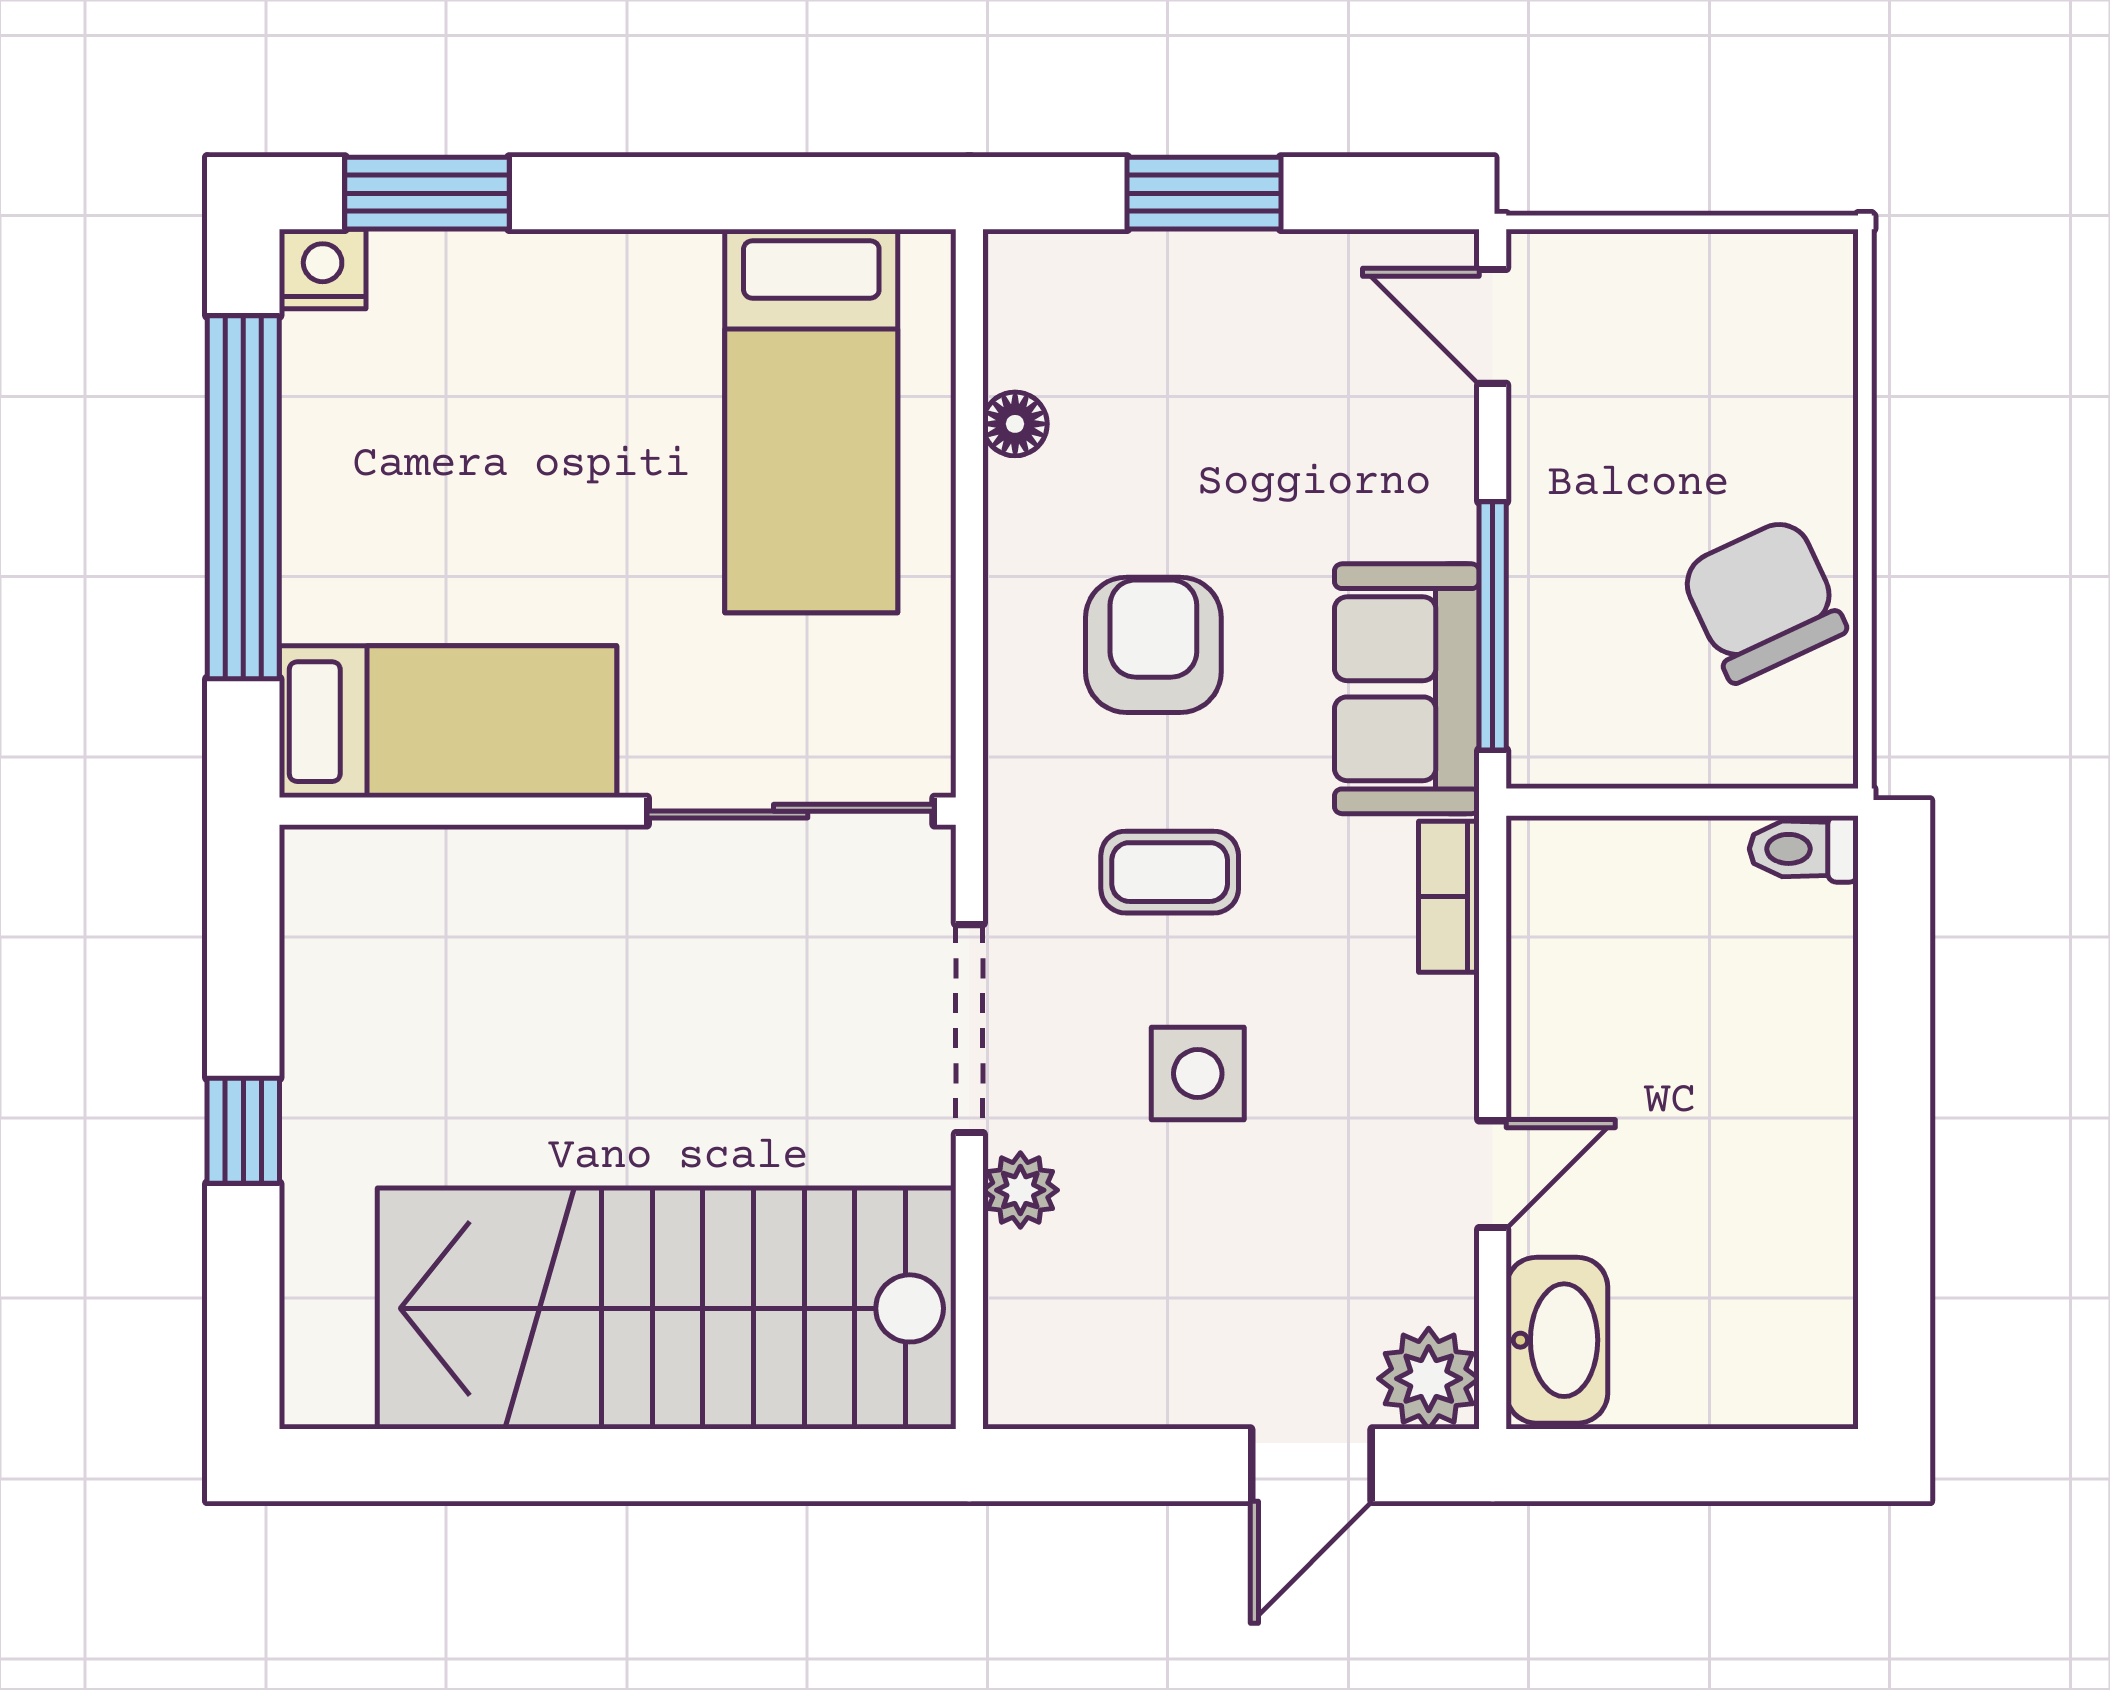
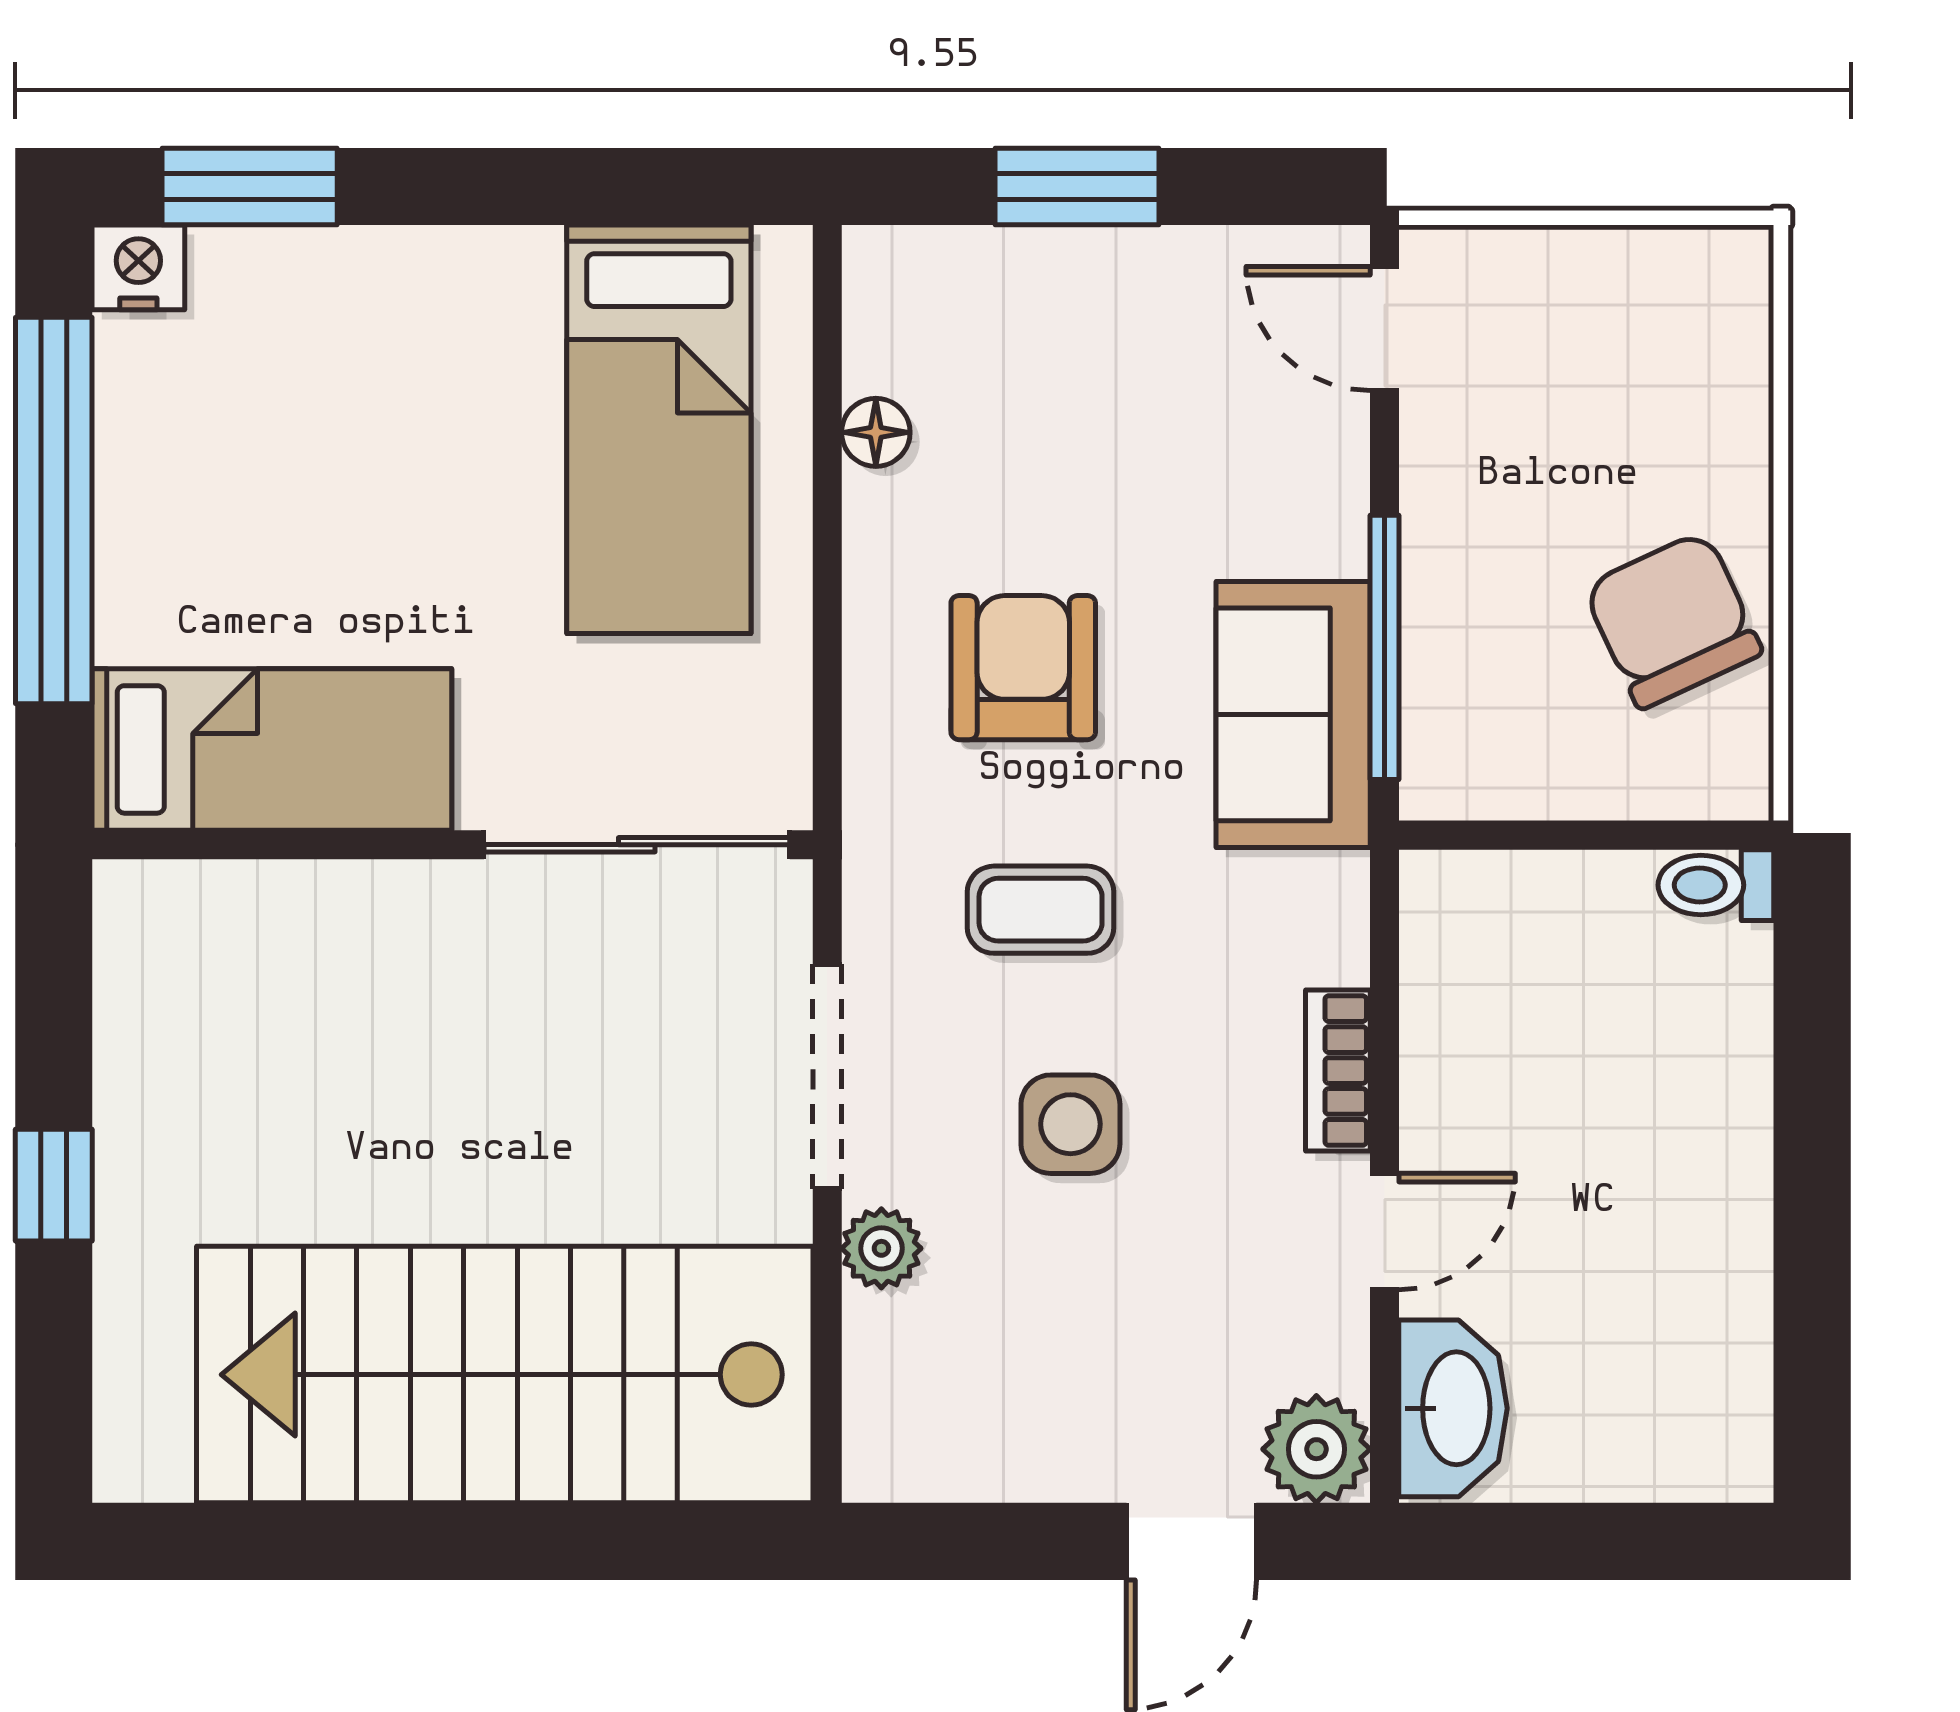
bookcase: (1449, 897) -> (1338, 1071), moved

